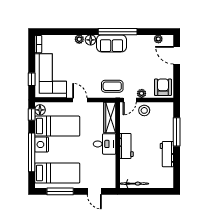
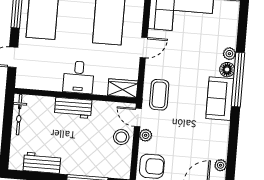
window: (118, 32) -> (238, 80), moved
wardrobe: (110, 117) -> (123, 88), width x0.67
workbench: (167, 154) -> (42, 163), moved

